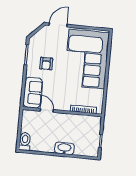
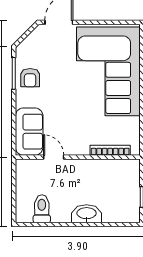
armchair: (46, 64) -> (30, 78), moved
toilet: (25, 141) -> (42, 209), moved

